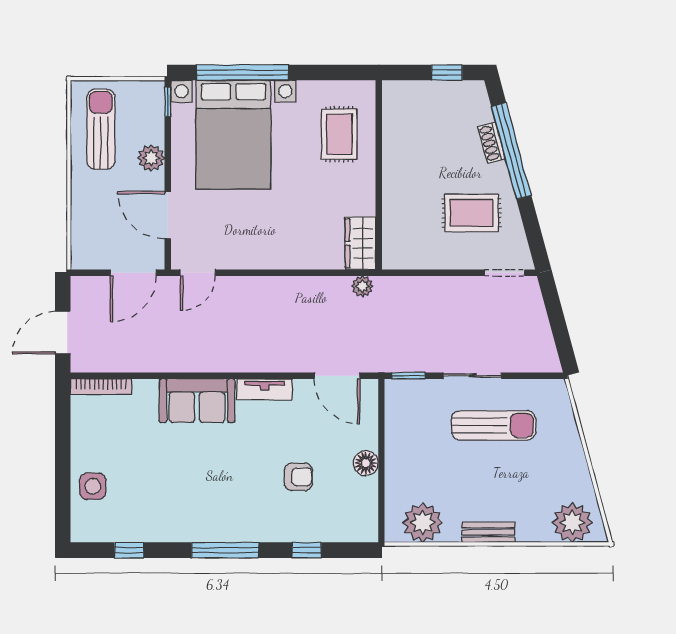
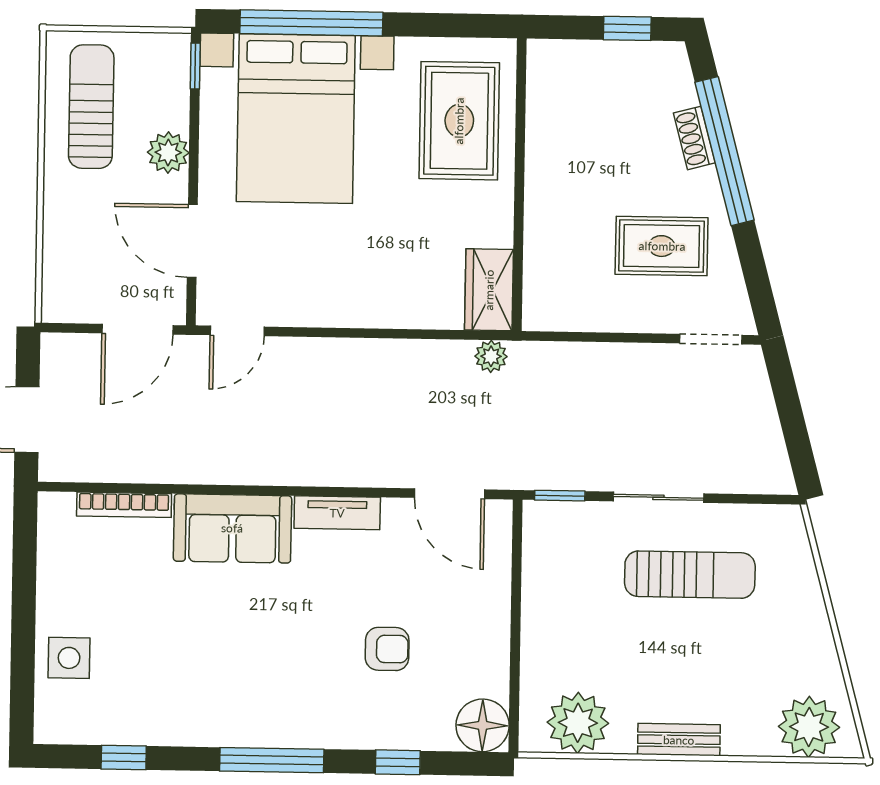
rug: (339, 134) -> (459, 121), width x1.36, depth x1.43
bookcase: (101, 387) -> (124, 505), moved
floor lamp: (366, 463) -> (483, 725), moved, width x1.38, depth x1.38

